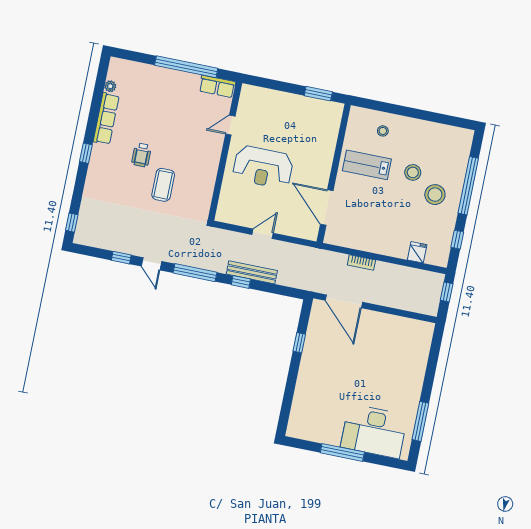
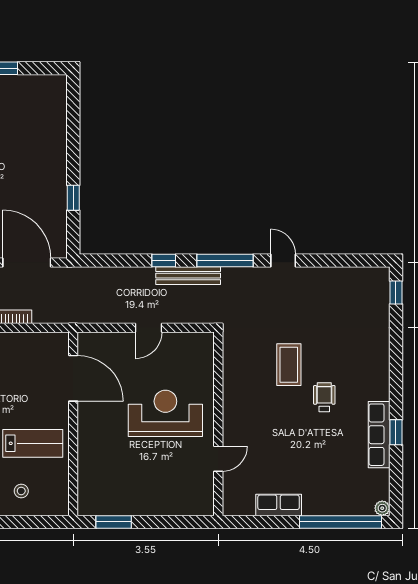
window: (186, 67) -> (340, 522), moved
plant: (110, 86) -> (382, 508), moved
row of seats: (217, 86) -> (279, 505), moved
window: (86, 153) -> (396, 432), moved
window: (121, 258) -> (324, 260), removed
bench: (252, 272) -> (188, 276), moved

